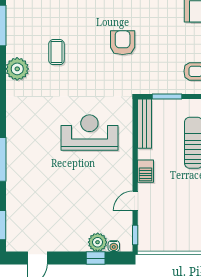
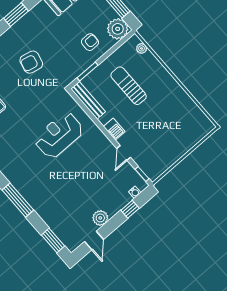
armchair: (123, 43) -> (31, 62), turned -77
plant: (98, 242) -> (100, 218), moved

